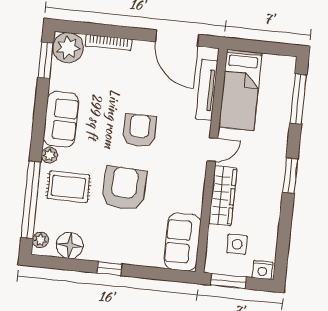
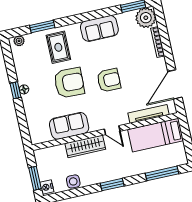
plant: (49, 155) -> (74, 29), removed
window: (31, 200) -> (42, 26), width x0.47
sofa: (182, 242) -> (69, 126), moved
side table: (237, 244) -> (73, 181), moved
floor lamp: (70, 245) -> (24, 89), moved, width x0.53, depth x0.53
window: (228, 281) -> (35, 178), moved

